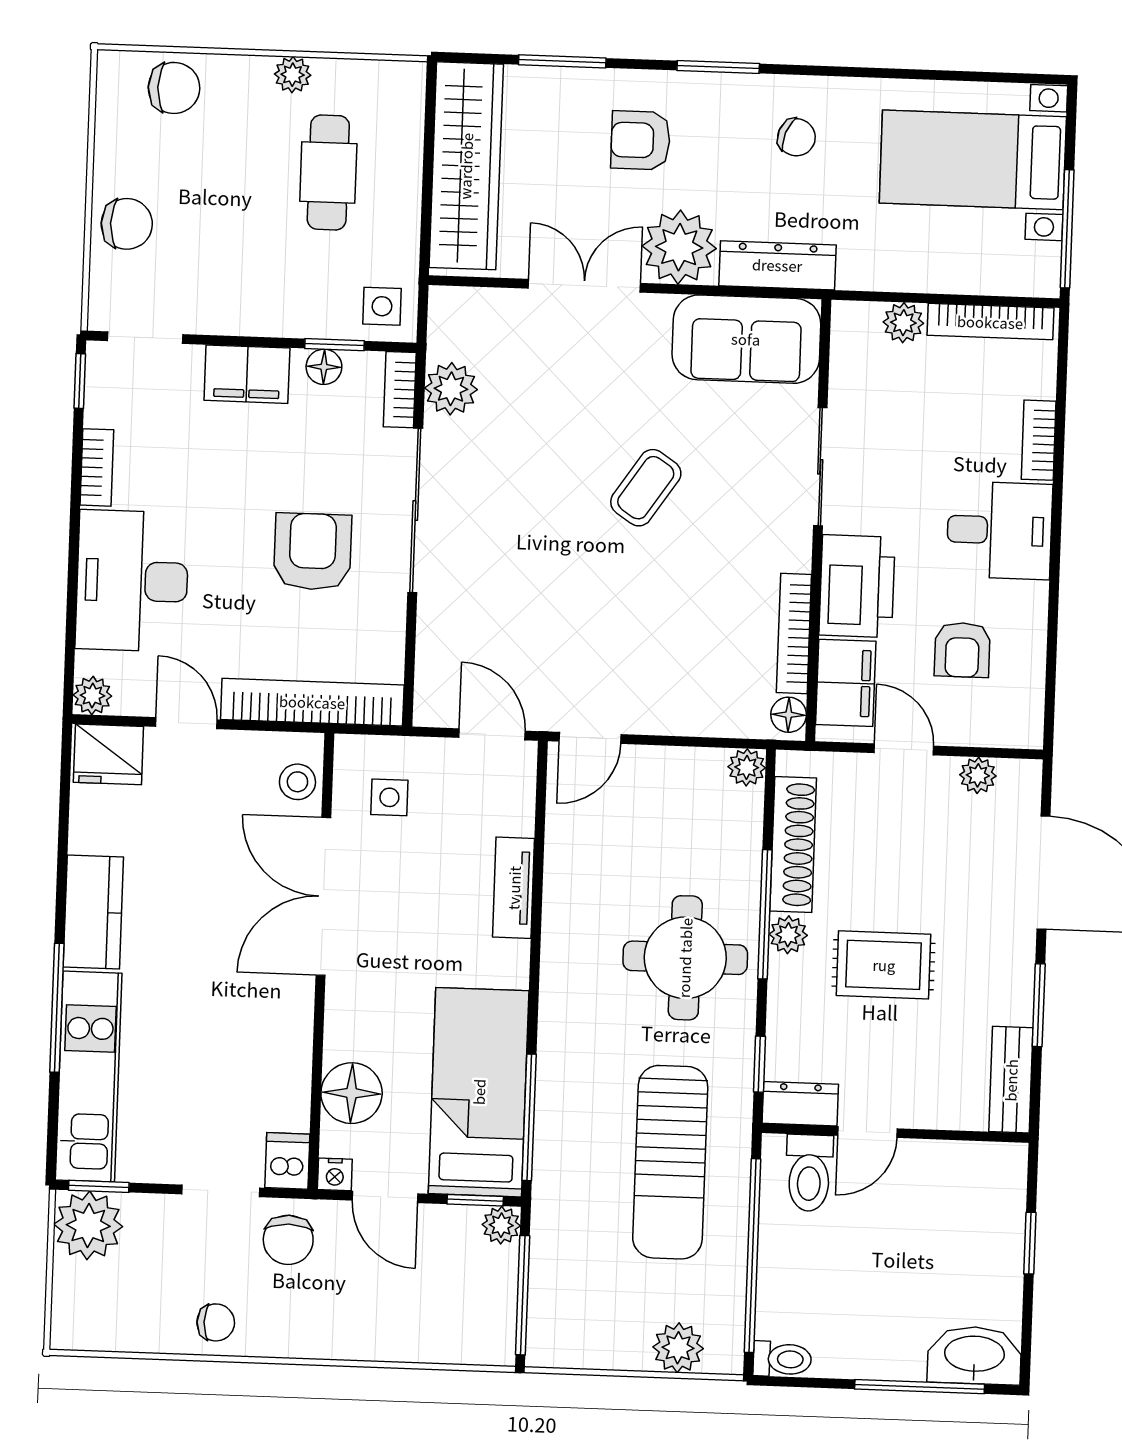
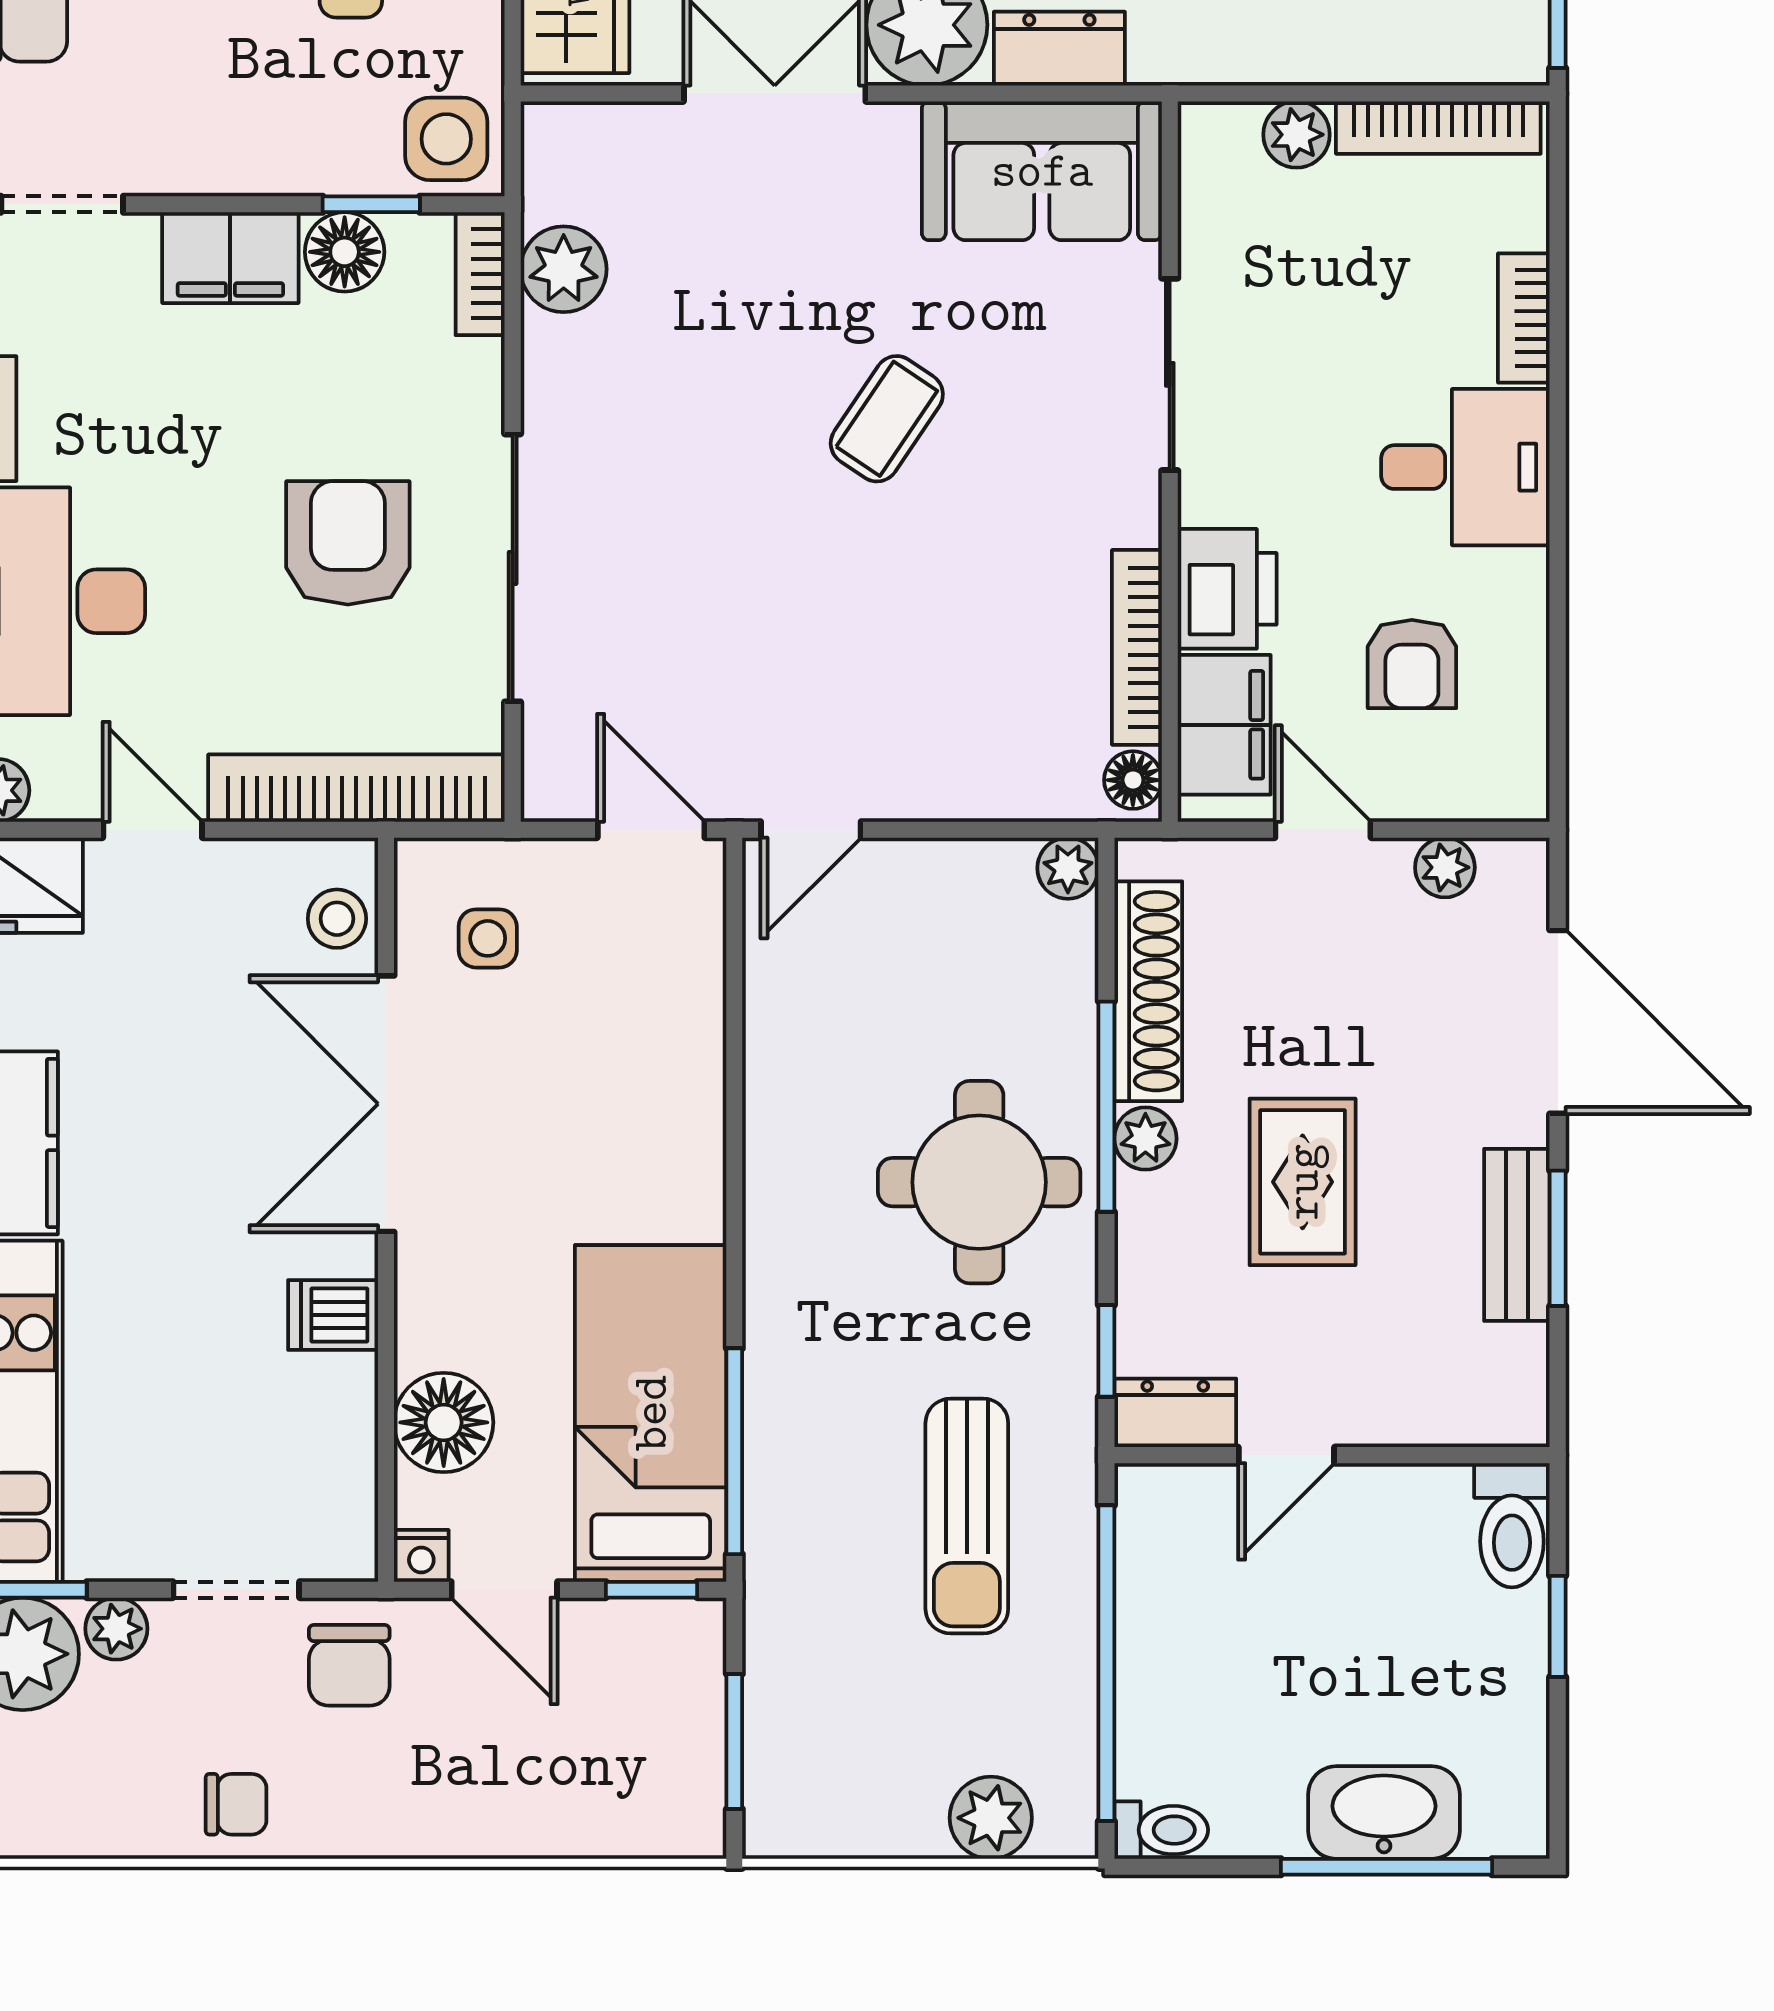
dresser: (777, 265) -> (1059, 49), width x0.70
side table: (382, 306) -> (446, 139), width x1.37, depth x1.37
floor lamp: (324, 367) -> (345, 252), width x1.37, depth x1.37
sliding door: (415, 511) -> (513, 568), moved
printer: (857, 586) -> (1227, 589), width x0.73, depth x0.84
tv unit: (514, 888) -> (695, 1078), removed
rug: (884, 965) -> (1303, 1182), turned 90
bench: (1011, 1080) -> (1517, 1235), moved
dishwasher: (287, 1161) -> (333, 1315), moved, turned -90
sun lounger: (670, 1162) -> (967, 1516), width x0.73, depth x0.75
toilet: (809, 1173) -> (1512, 1525), moved
plant: (501, 1225) -> (116, 1629), moved
window: (523, 1295) -> (734, 1741), width x0.69
washbasin: (974, 1355) -> (1384, 1813), moved

